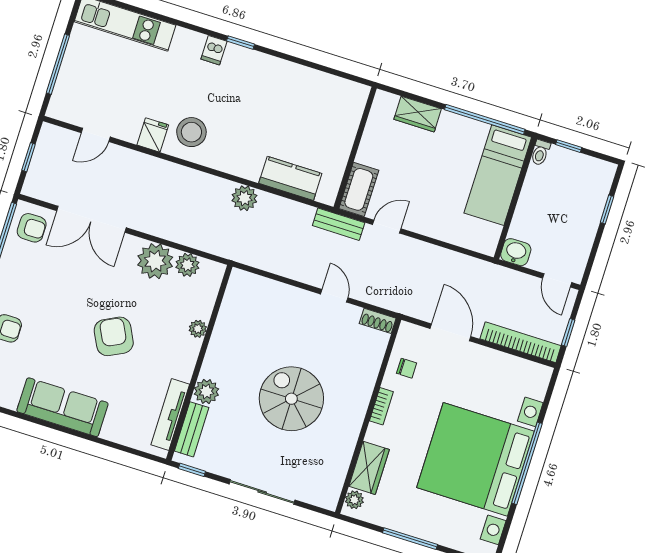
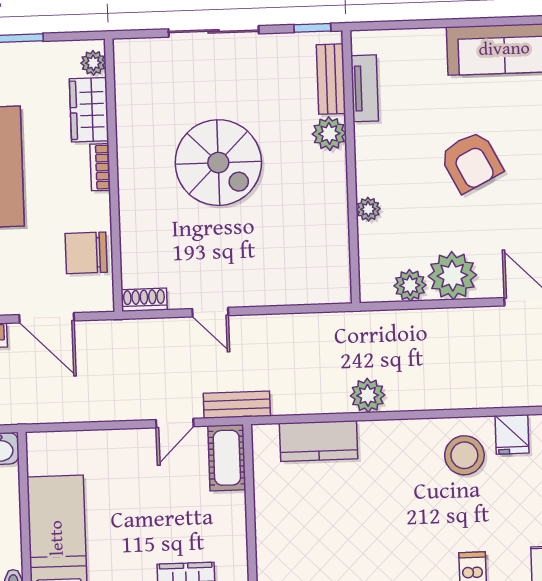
chair: (407, 368) -> (86, 253), width x1.87, depth x1.87
bookcase: (381, 406) -> (100, 167), moved
tv unit: (170, 414) -> (365, 88), width x0.71

